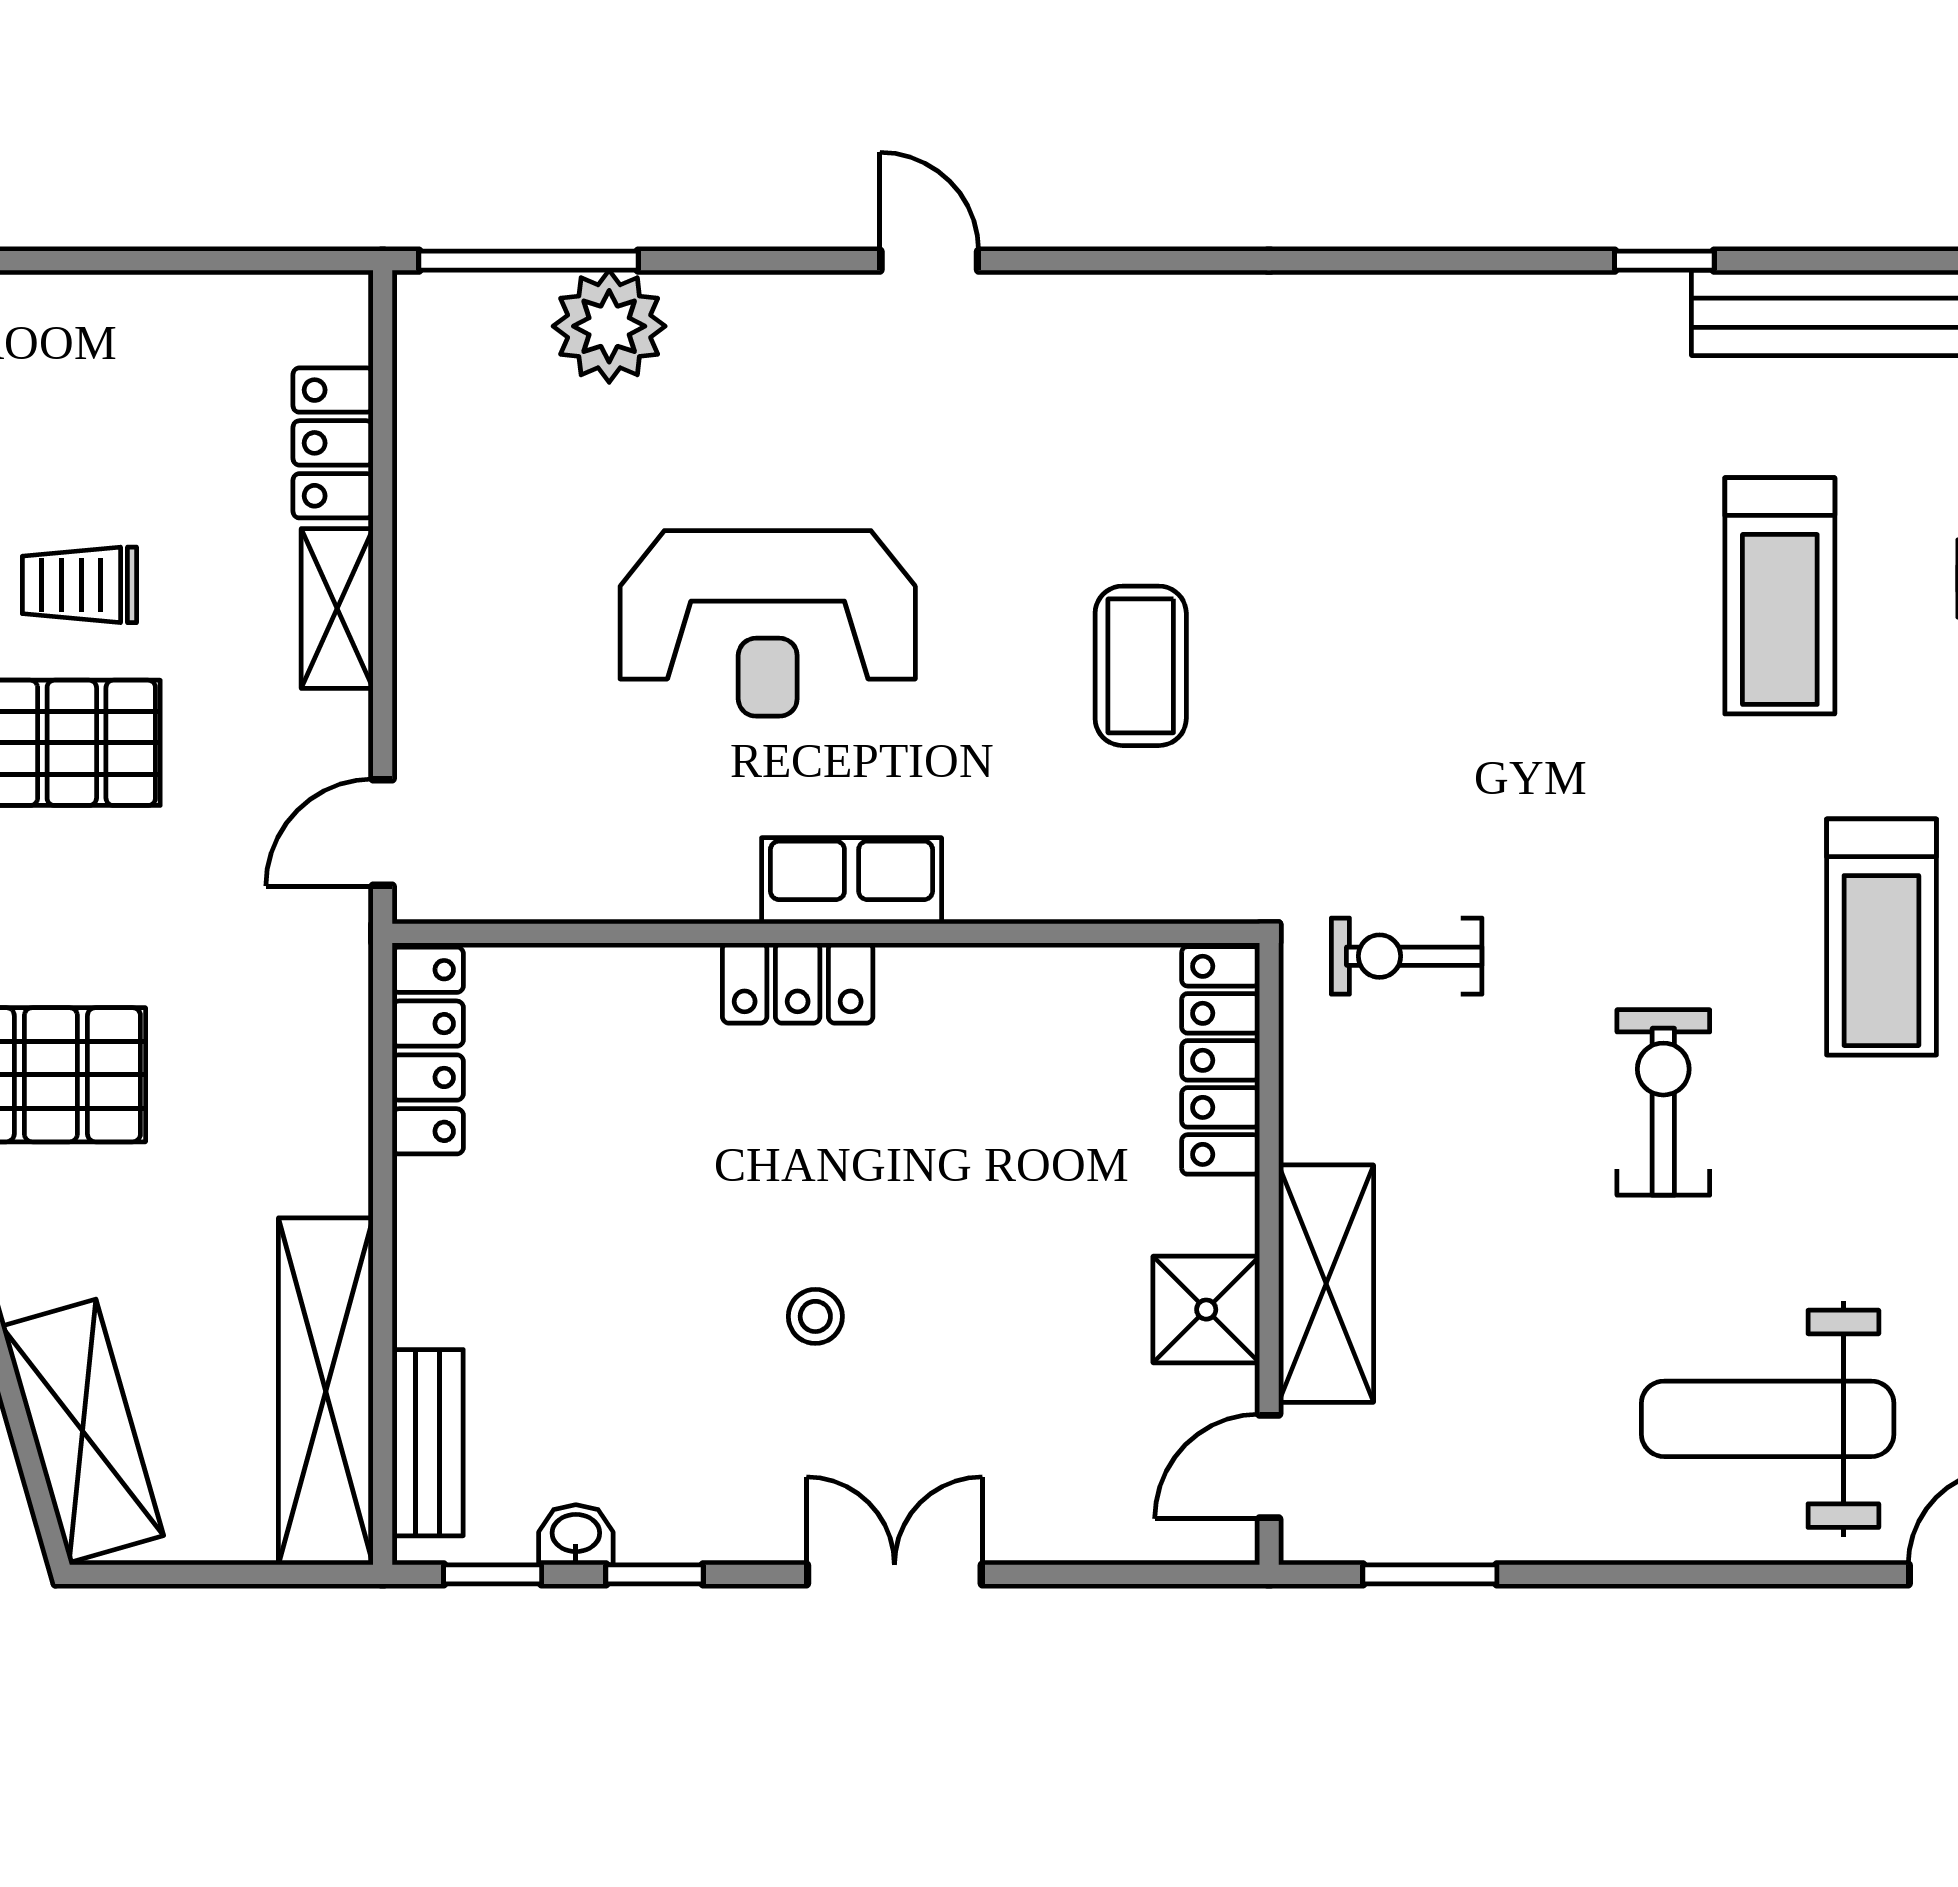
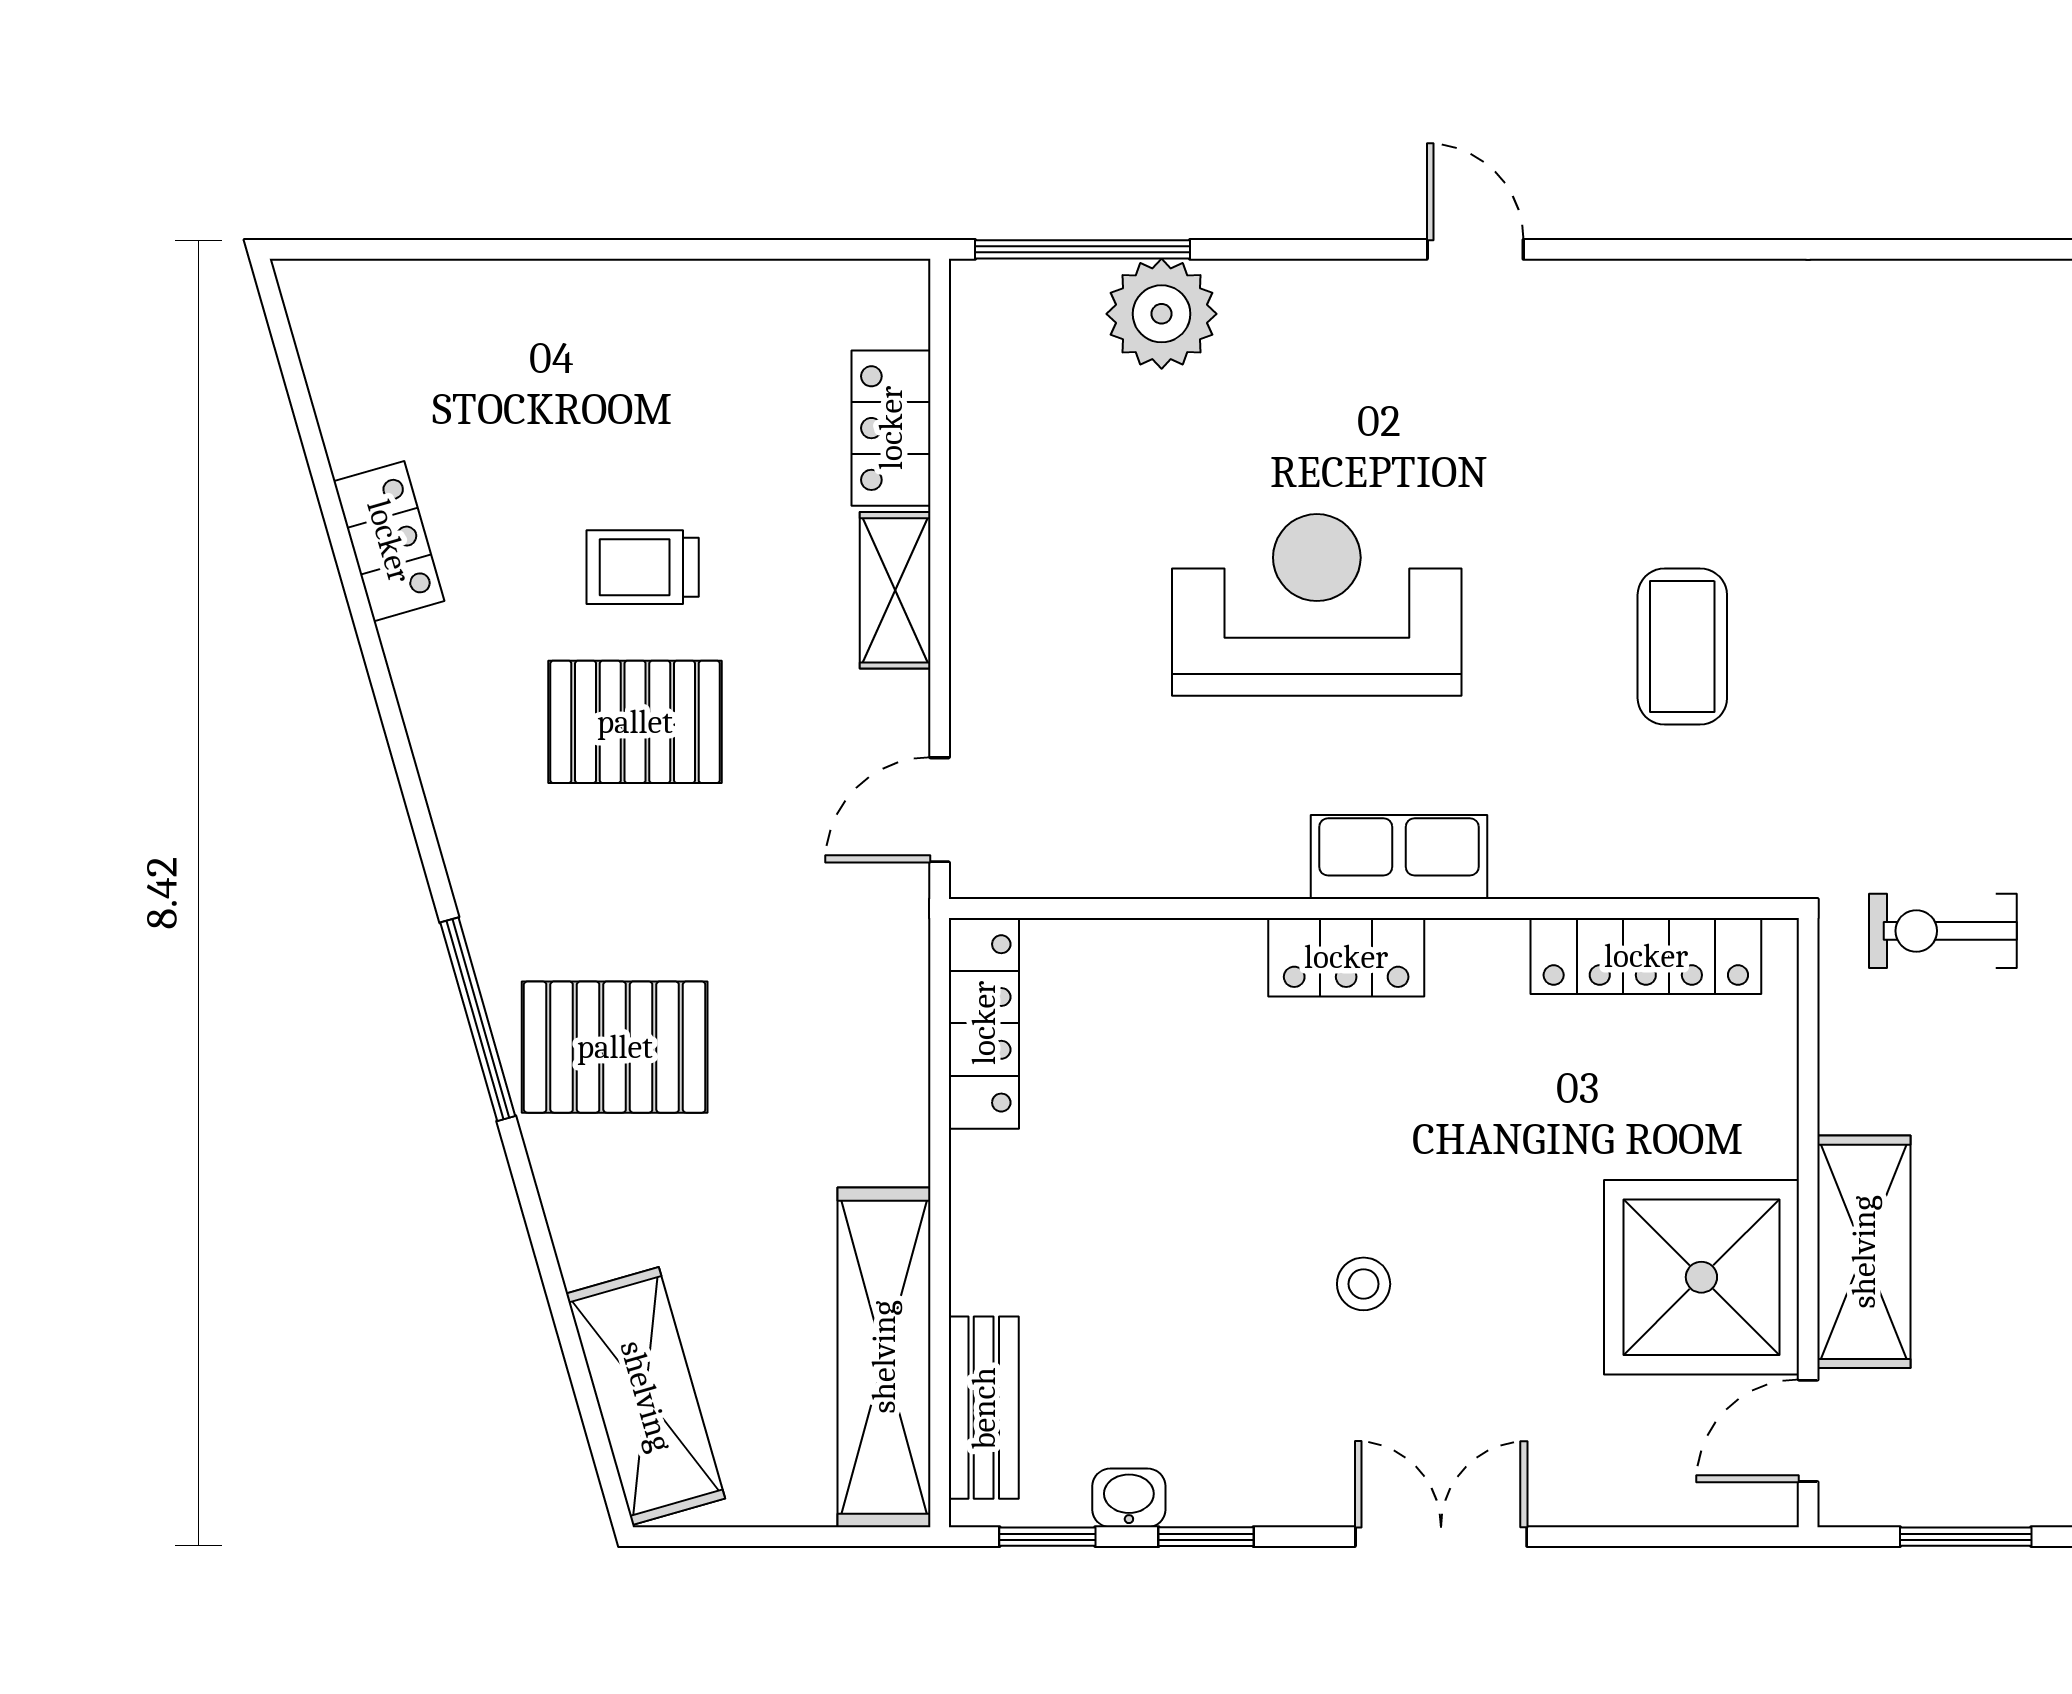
reception desk: (768, 623) -> (1317, 605), turned 180
locker: (1221, 1060) -> (1646, 956), moved, turned -90
shower: (1206, 1310) -> (1701, 1277), width x1.86, depth x1.86

